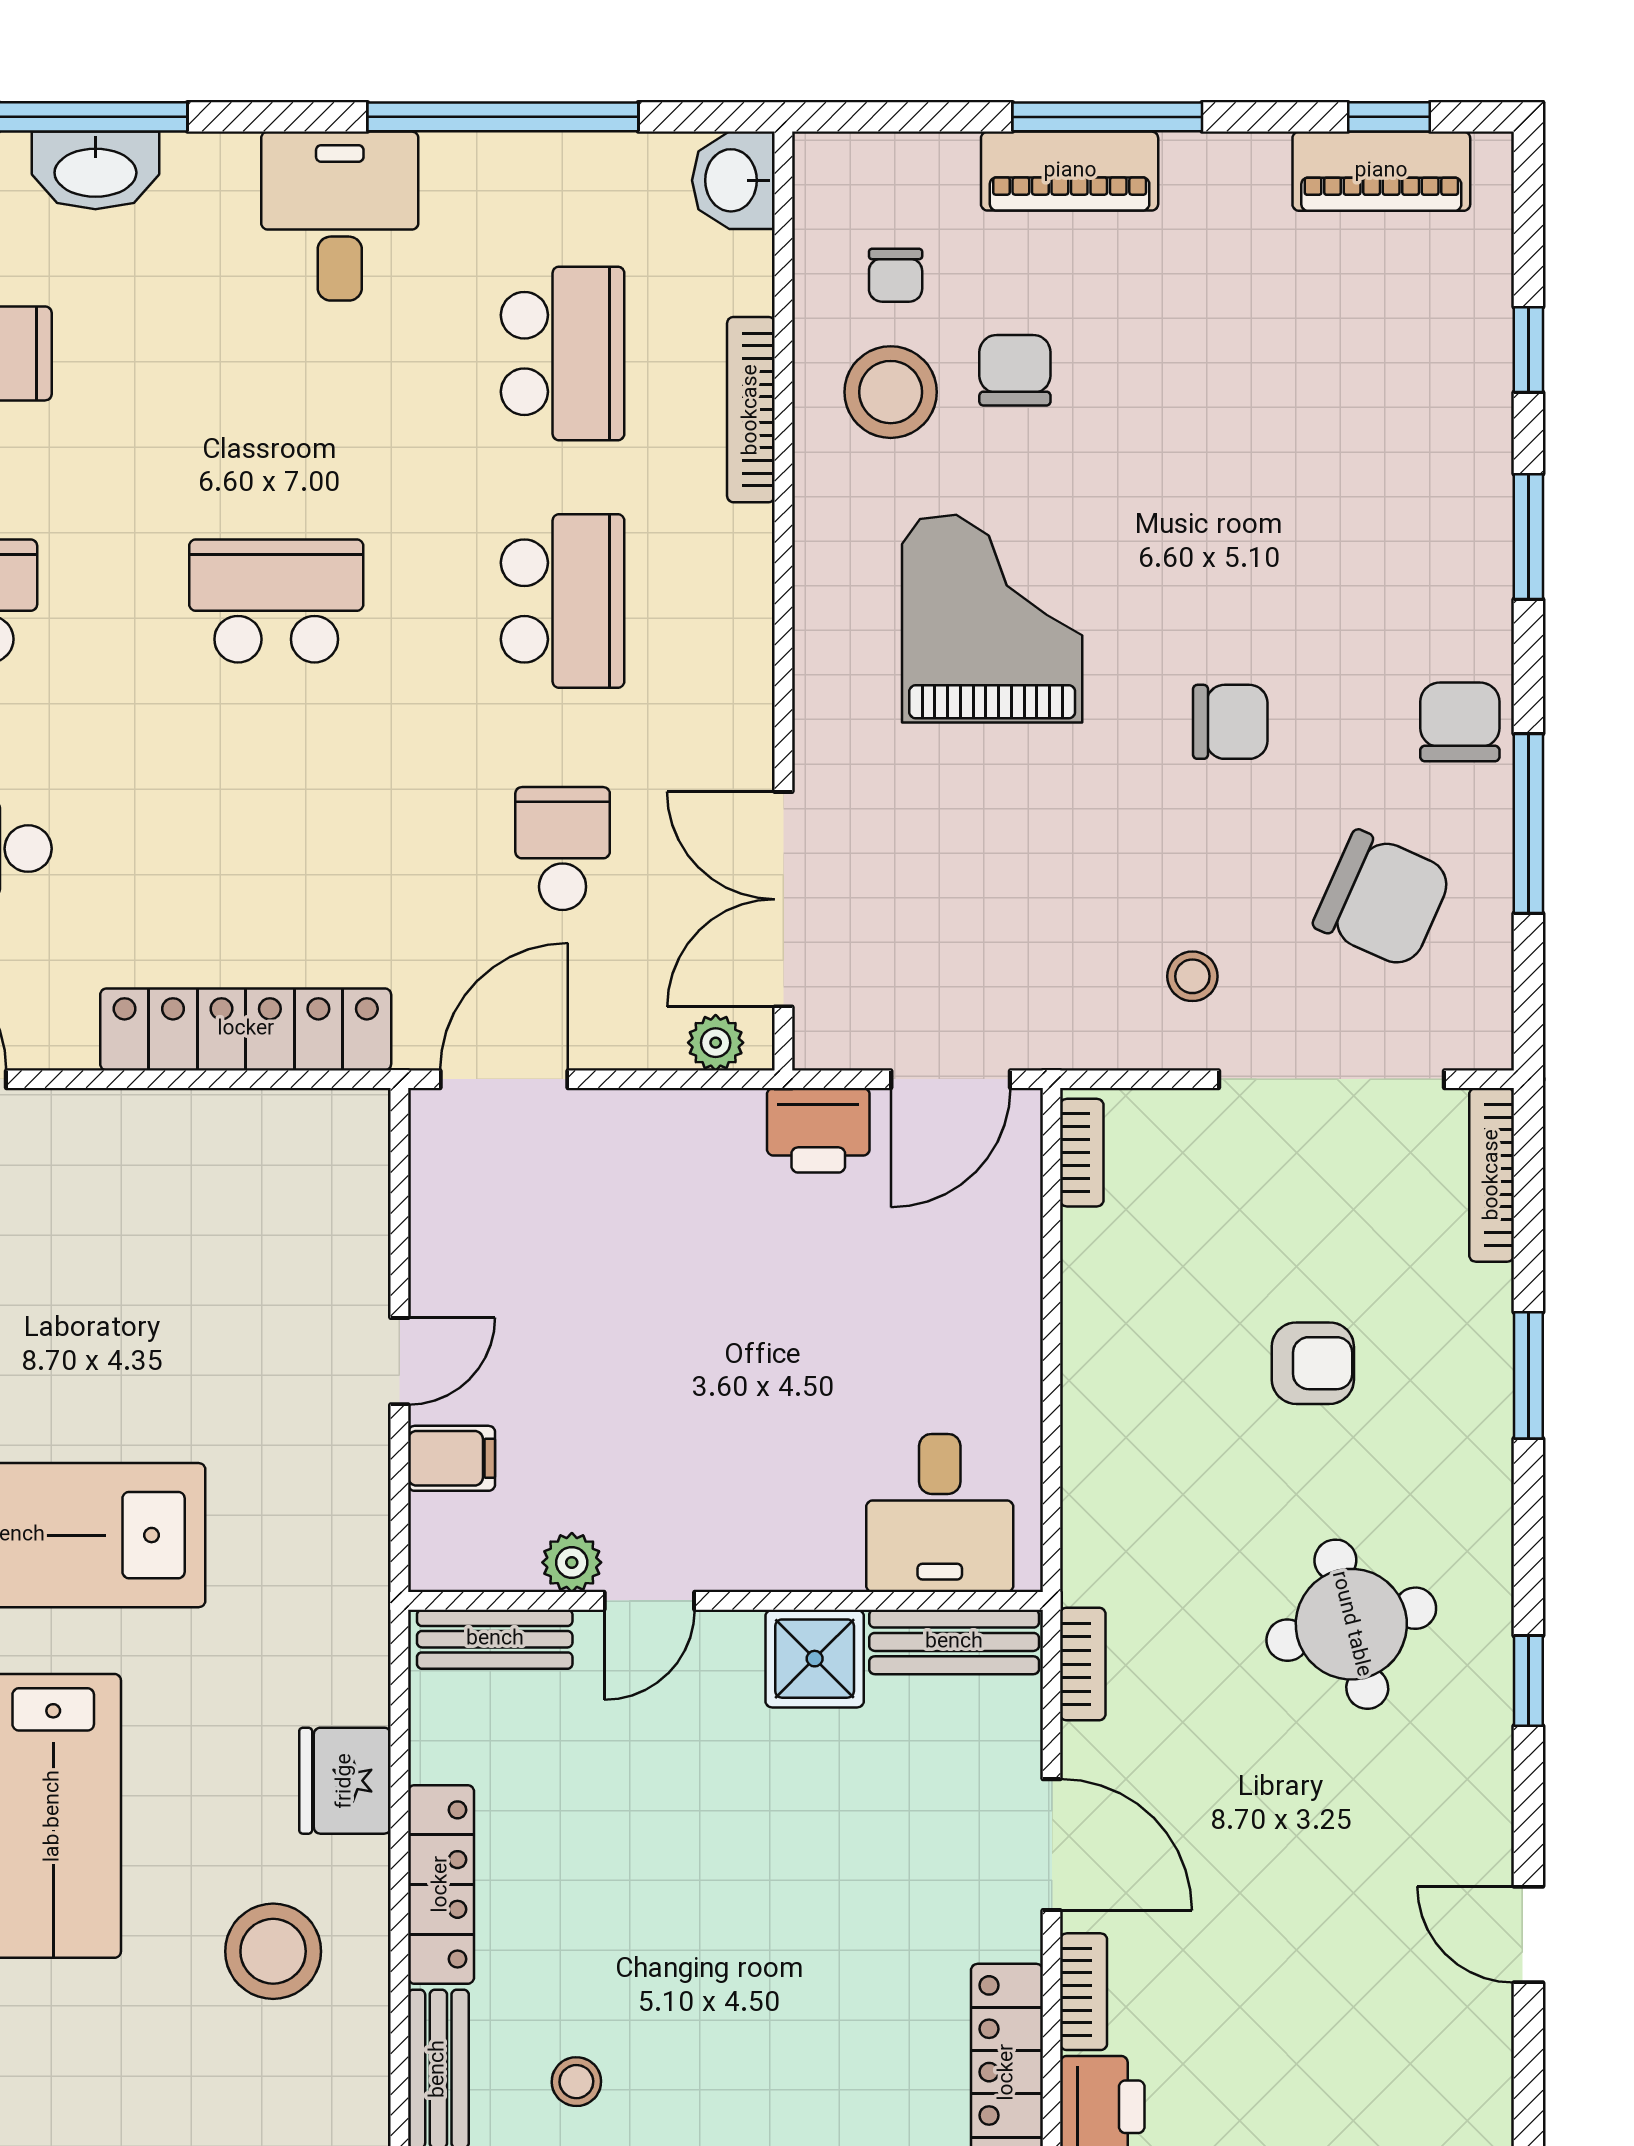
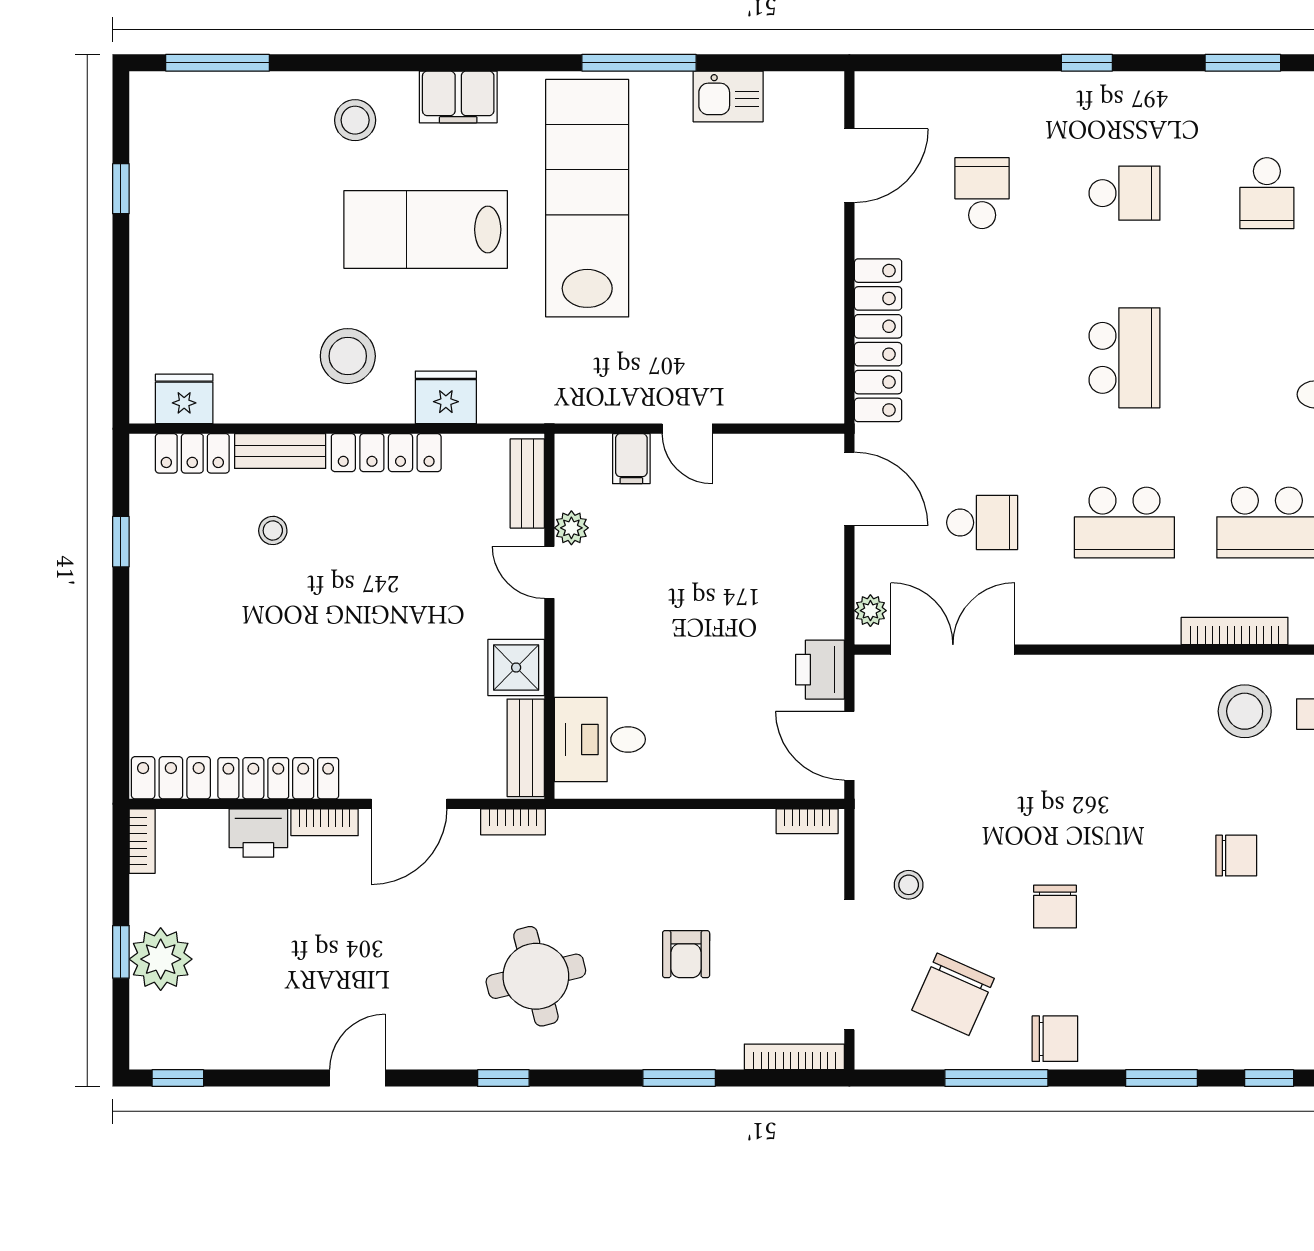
chair: (1015, 370) -> (1236, 856), moved
grand piano: (992, 619) -> (1114, 770), removed

